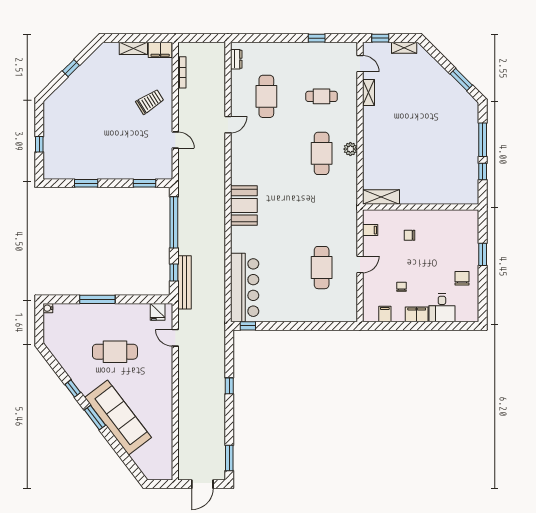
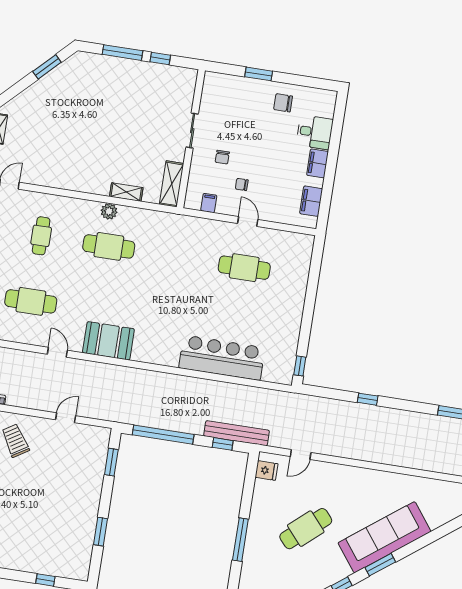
shelving: (368, 93) -> (126, 192), moved
booth: (244, 205) -> (108, 341), moved
sliding door: (428, 207) -> (192, 131), added
chair: (402, 287) -> (242, 184), moved
bar counter: (245, 288) -> (222, 358), moved
filing cabinet: (385, 314) -> (311, 201), width x2.00
cafe table: (115, 352) -> (306, 529), turned 49

